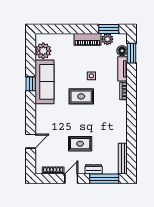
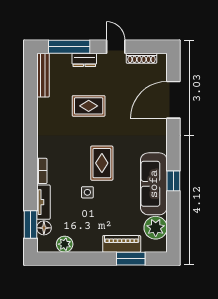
window: (109, 29) -> (131, 259), moved
piano: (87, 39) -> (122, 244), moved
rug: (81, 96) -> (102, 163), turned 90
door: (31, 141) -> (173, 100), width x1.88
rug: (80, 144) -> (89, 106), moved
door: (71, 179) -> (116, 47), swing flipped

